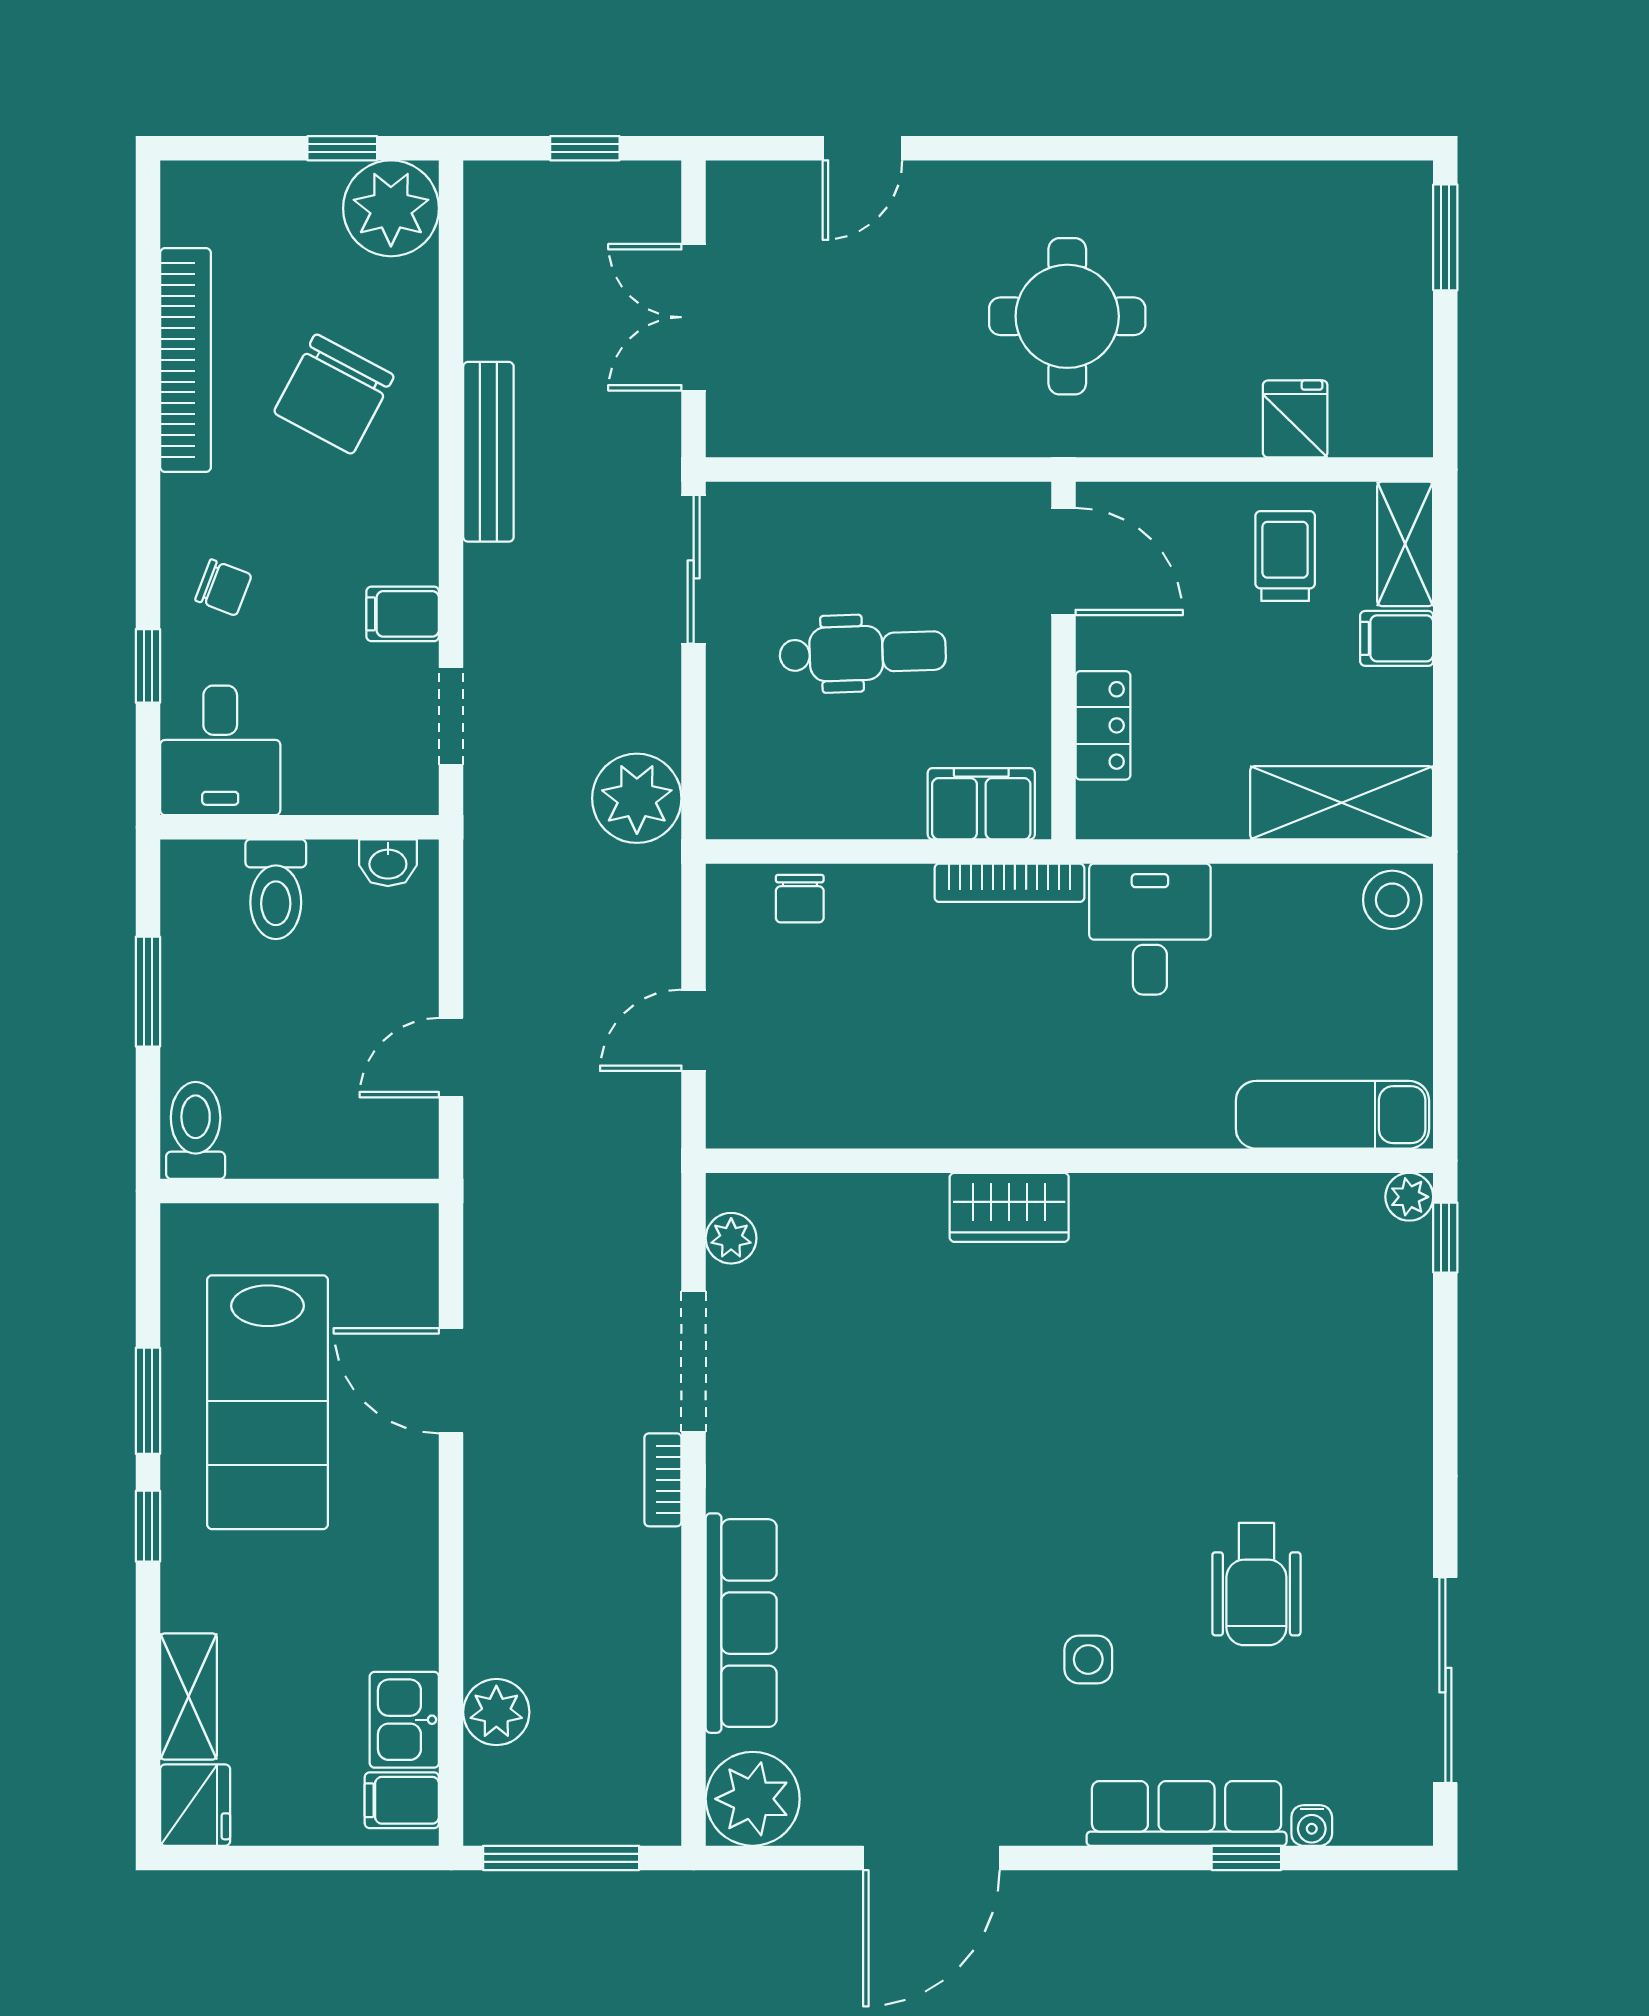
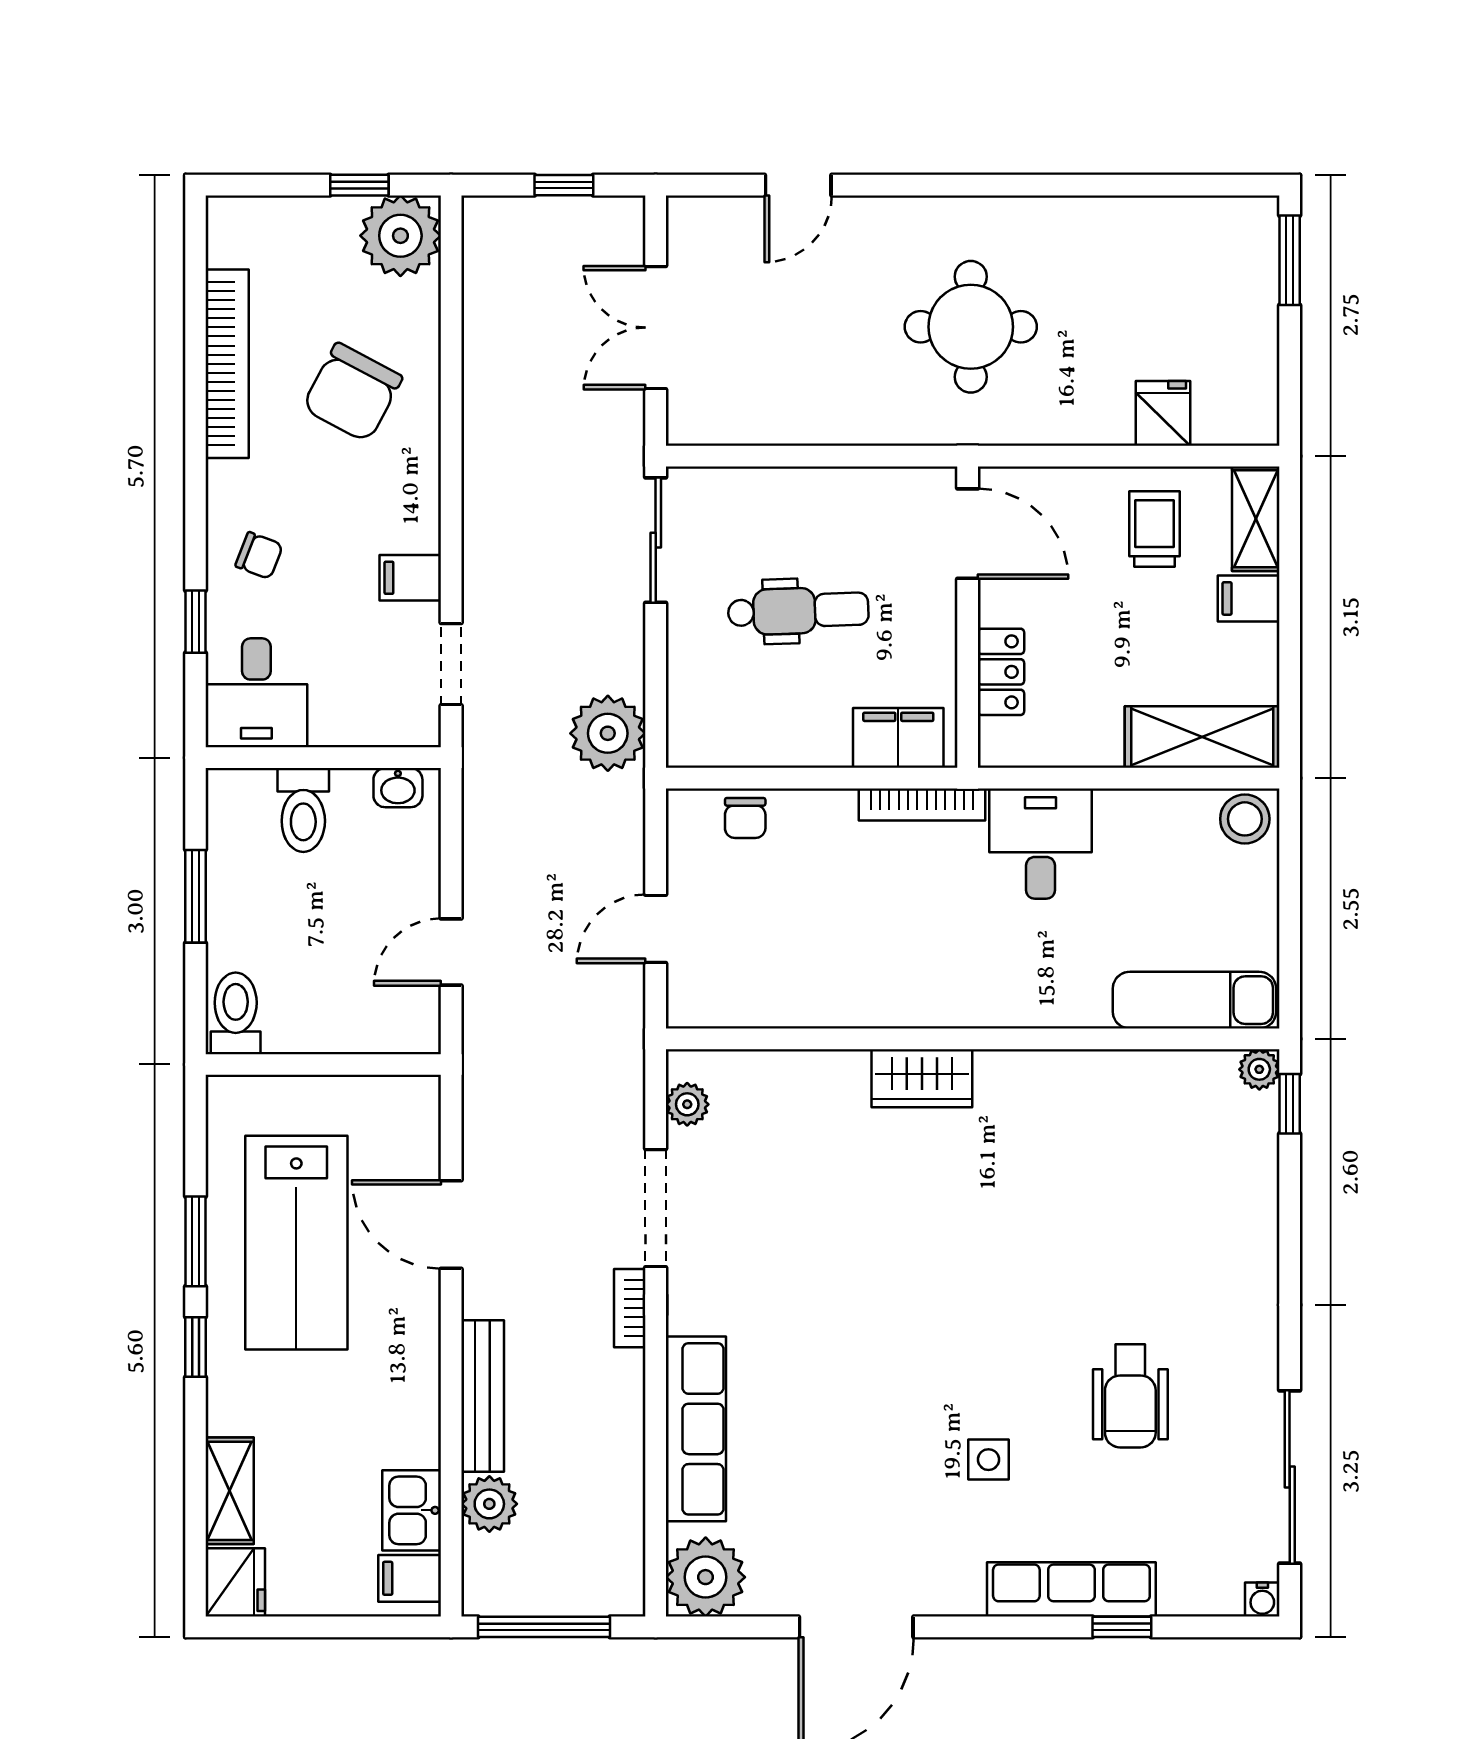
bench: (488, 452) -> (483, 1396), moved
water cooler: (1312, 1825) -> (1262, 1600), moved

